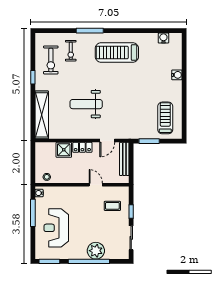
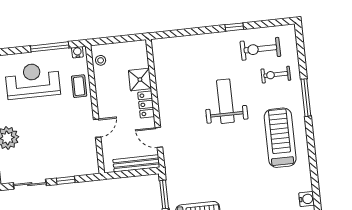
weight bench: (86, 104) -> (225, 101), moved
shelving: (42, 115) -> (184, 44), removed
coffee table: (112, 206) -> (79, 86), moved

